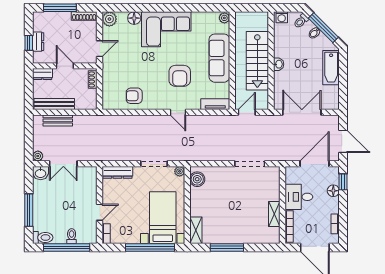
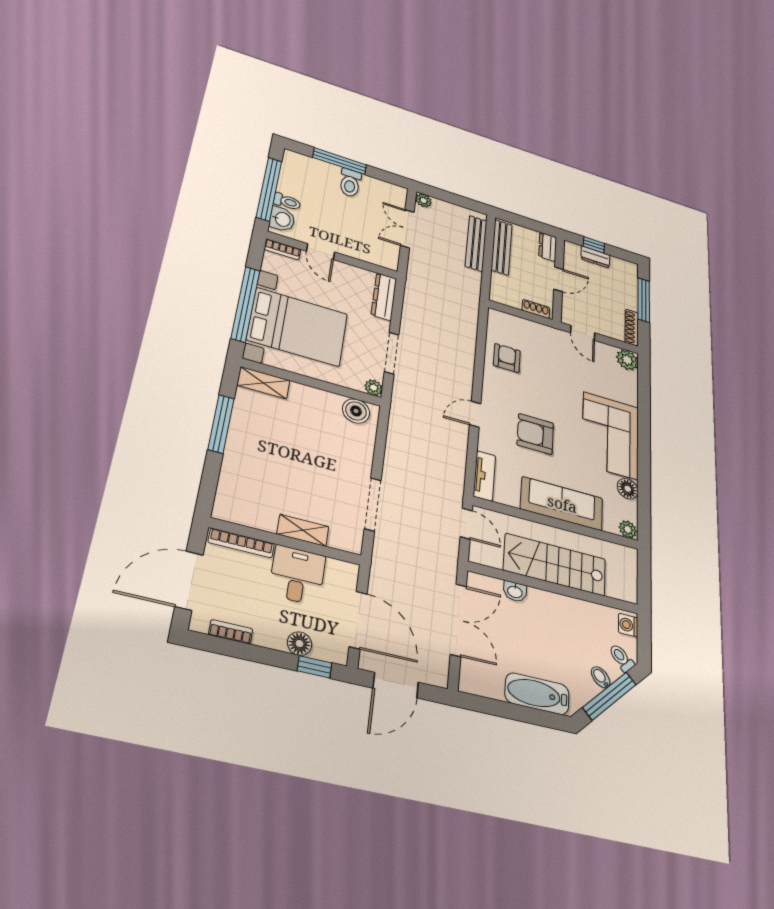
floor lamp: (134, 18) -> (628, 489), moved
washbasin: (279, 64) -> (515, 591), moved
bench: (58, 120) -> (476, 243), width x1.36
washbasin: (41, 173) -> (282, 219), moved, turned 180
shelving: (274, 214) -> (303, 530), moved
bed with nightstands: (163, 218) -> (298, 327), width x1.36
toilet: (43, 238) -> (350, 183), moved

